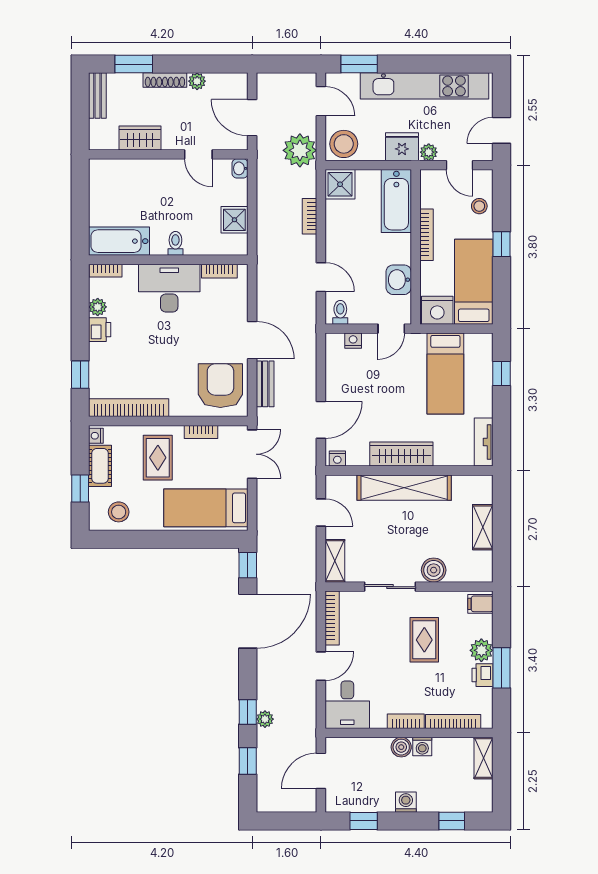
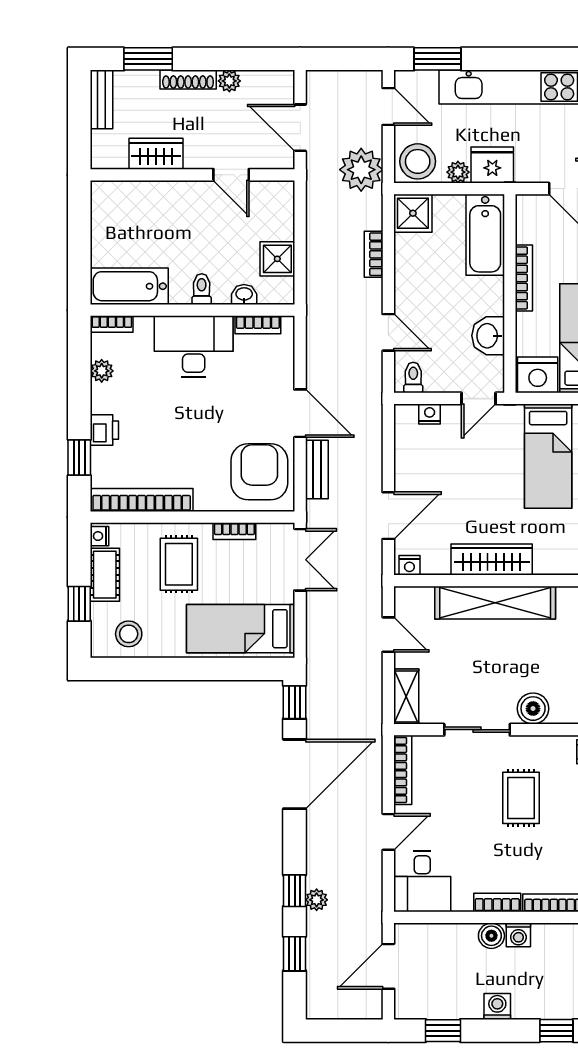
plant: (429, 152) -> (458, 172), moved
washbasin: (240, 168) -> (244, 295), moved, turned 90
printer: (100, 330) -> (104, 430), moved

